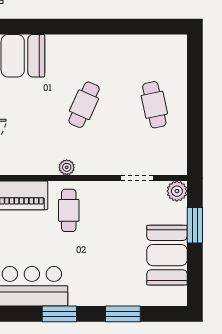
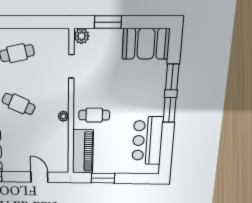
booth: (167, 255) -> (146, 44), moved
window: (59, 314) -> (170, 110), moved

